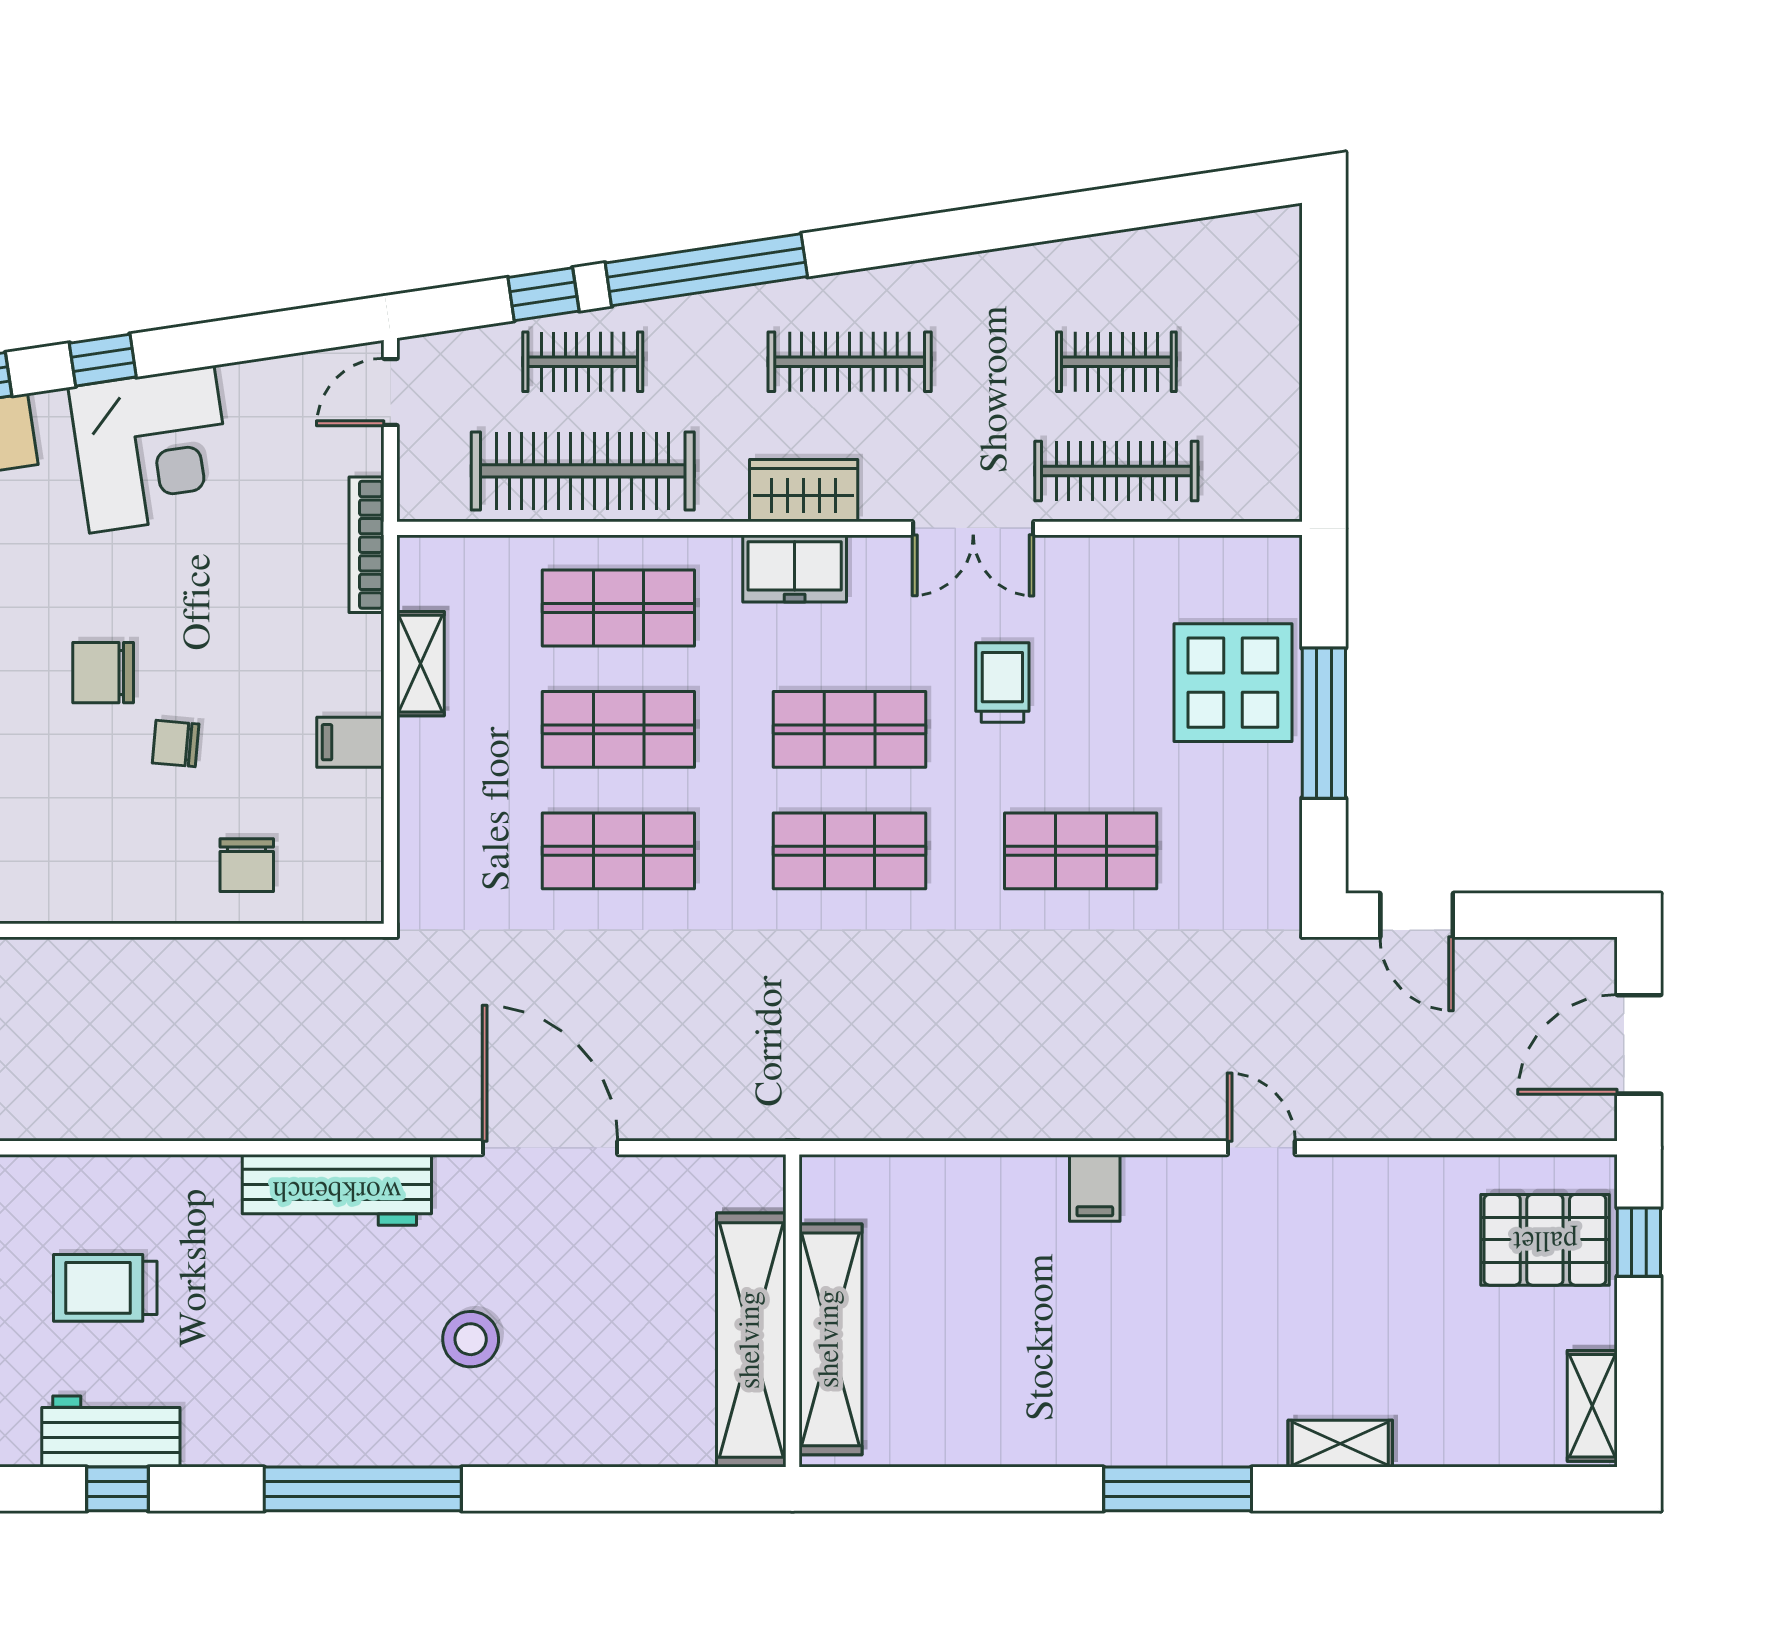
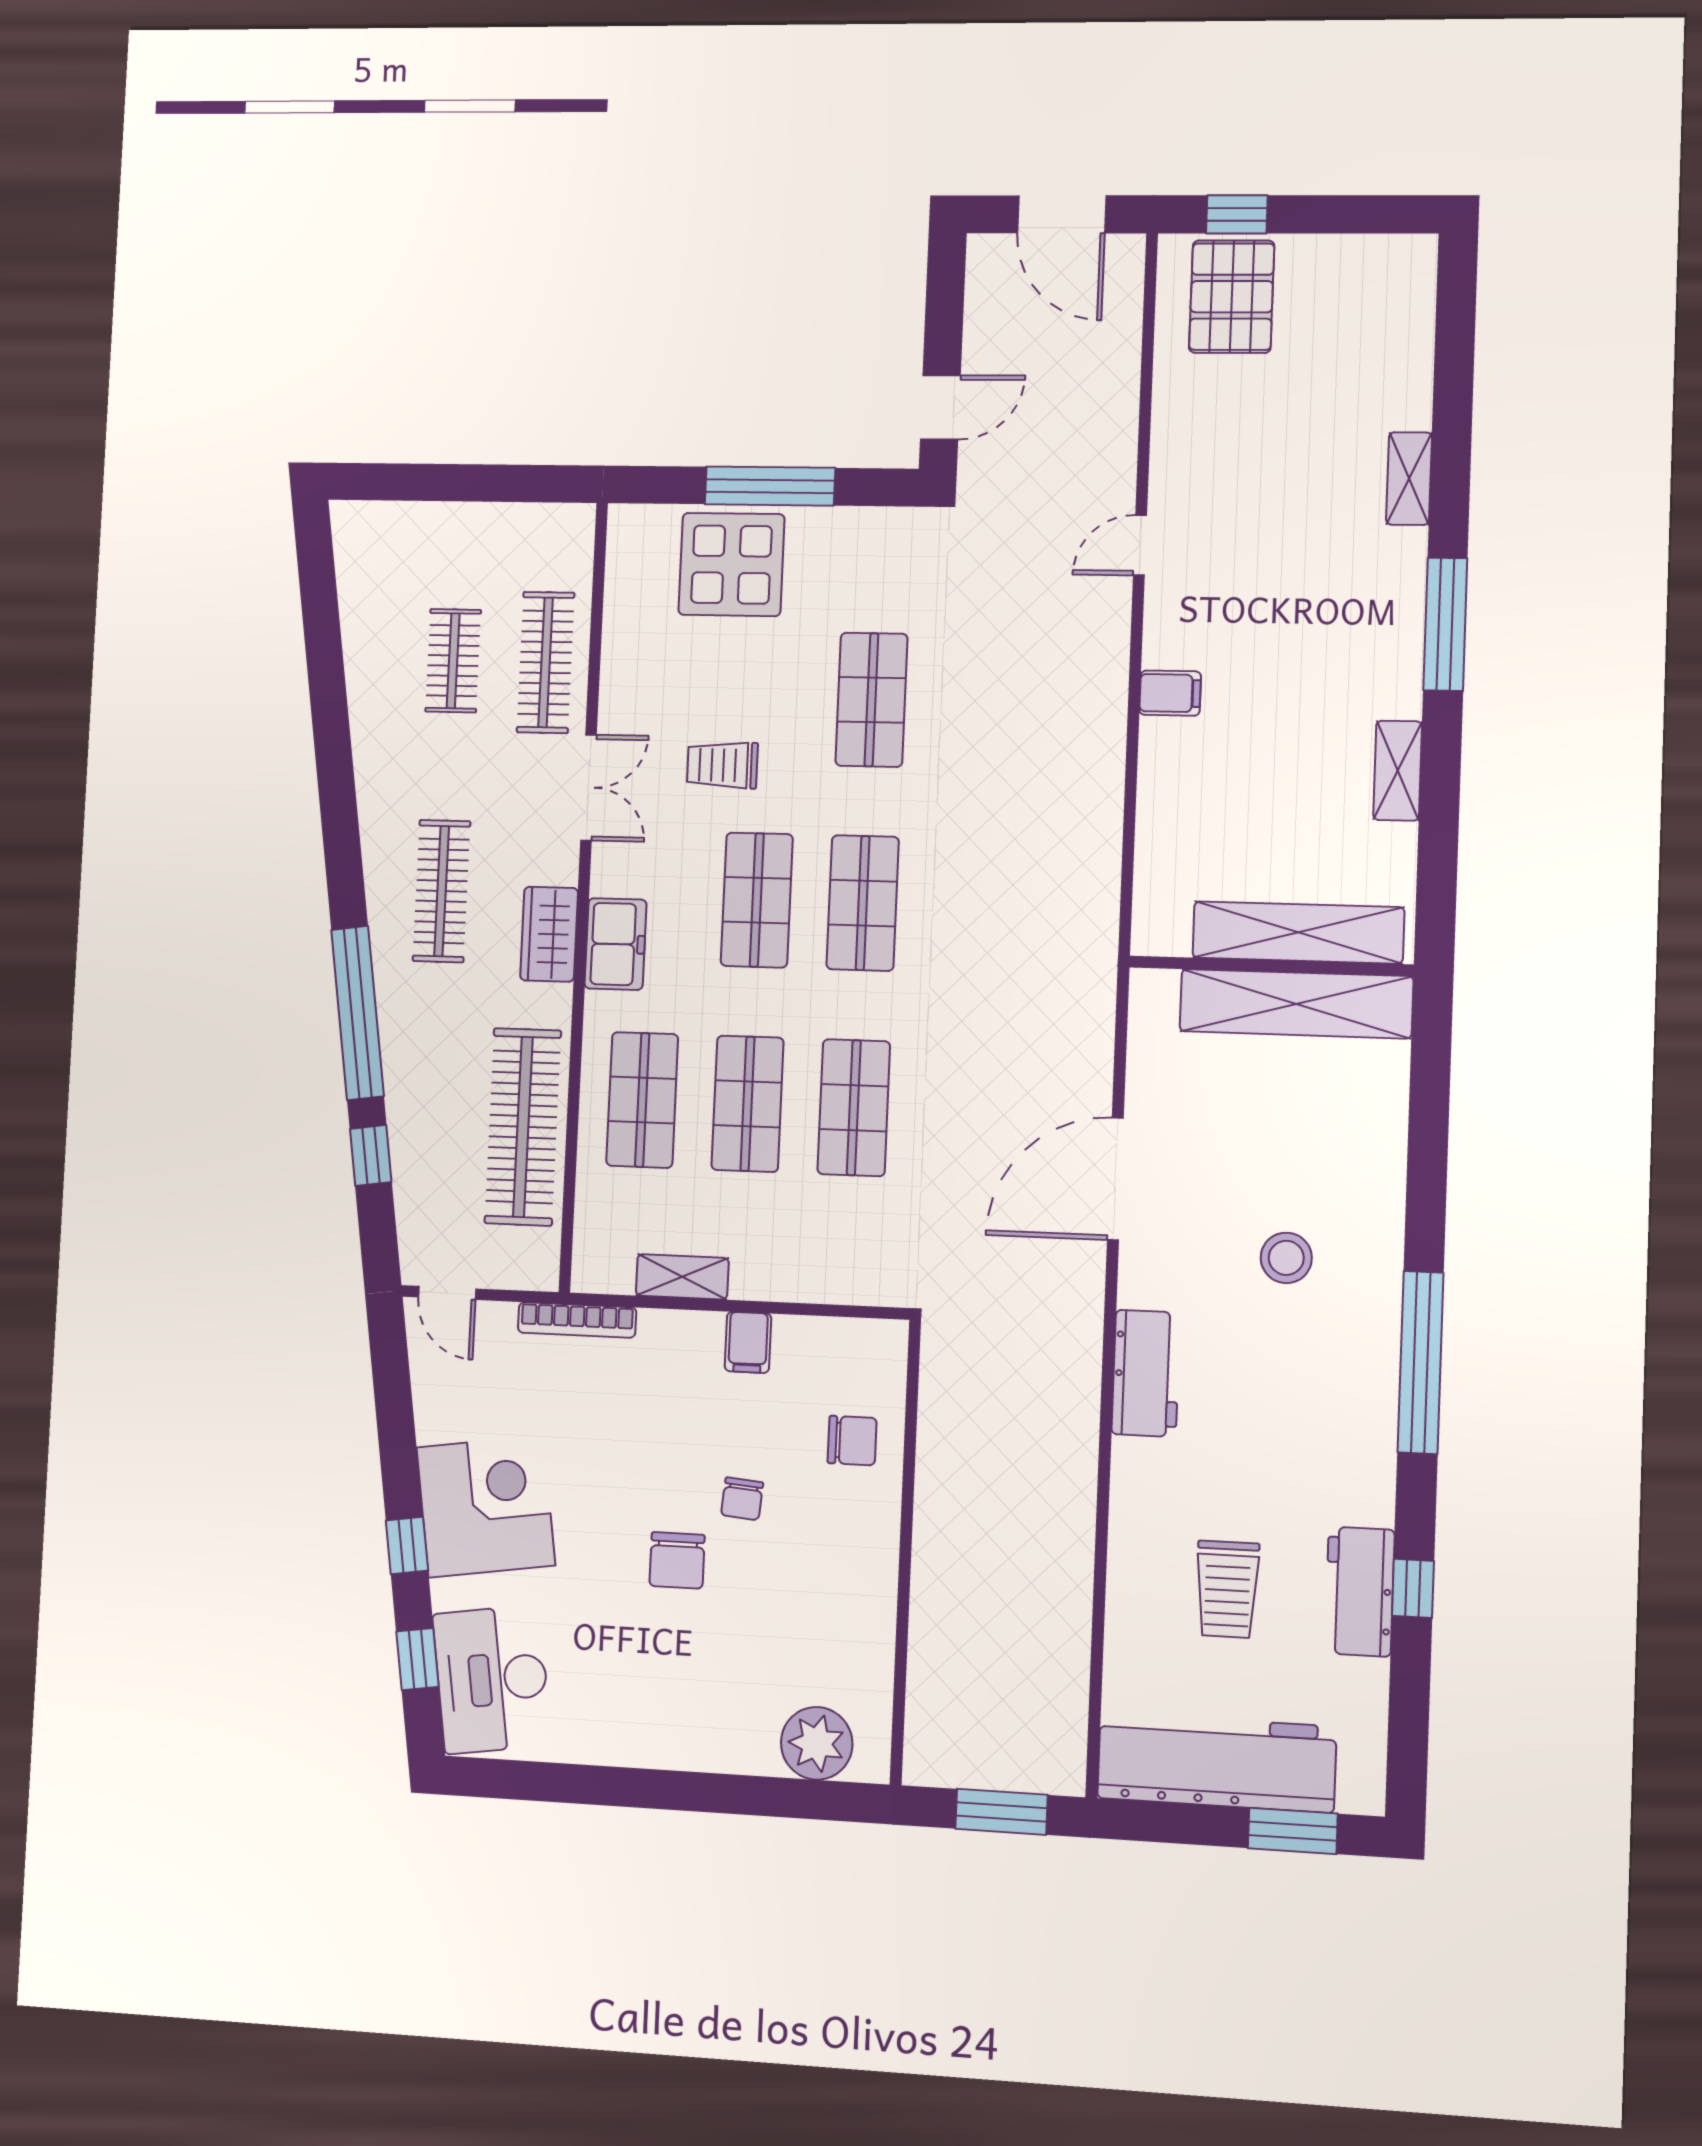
clothes rail: (583, 362) -> (430, 1123), removed
workbench: (337, 1190) -> (1146, 1373), width x0.73
shelving: (1592, 1406) -> (1398, 771), moved, turned 90

